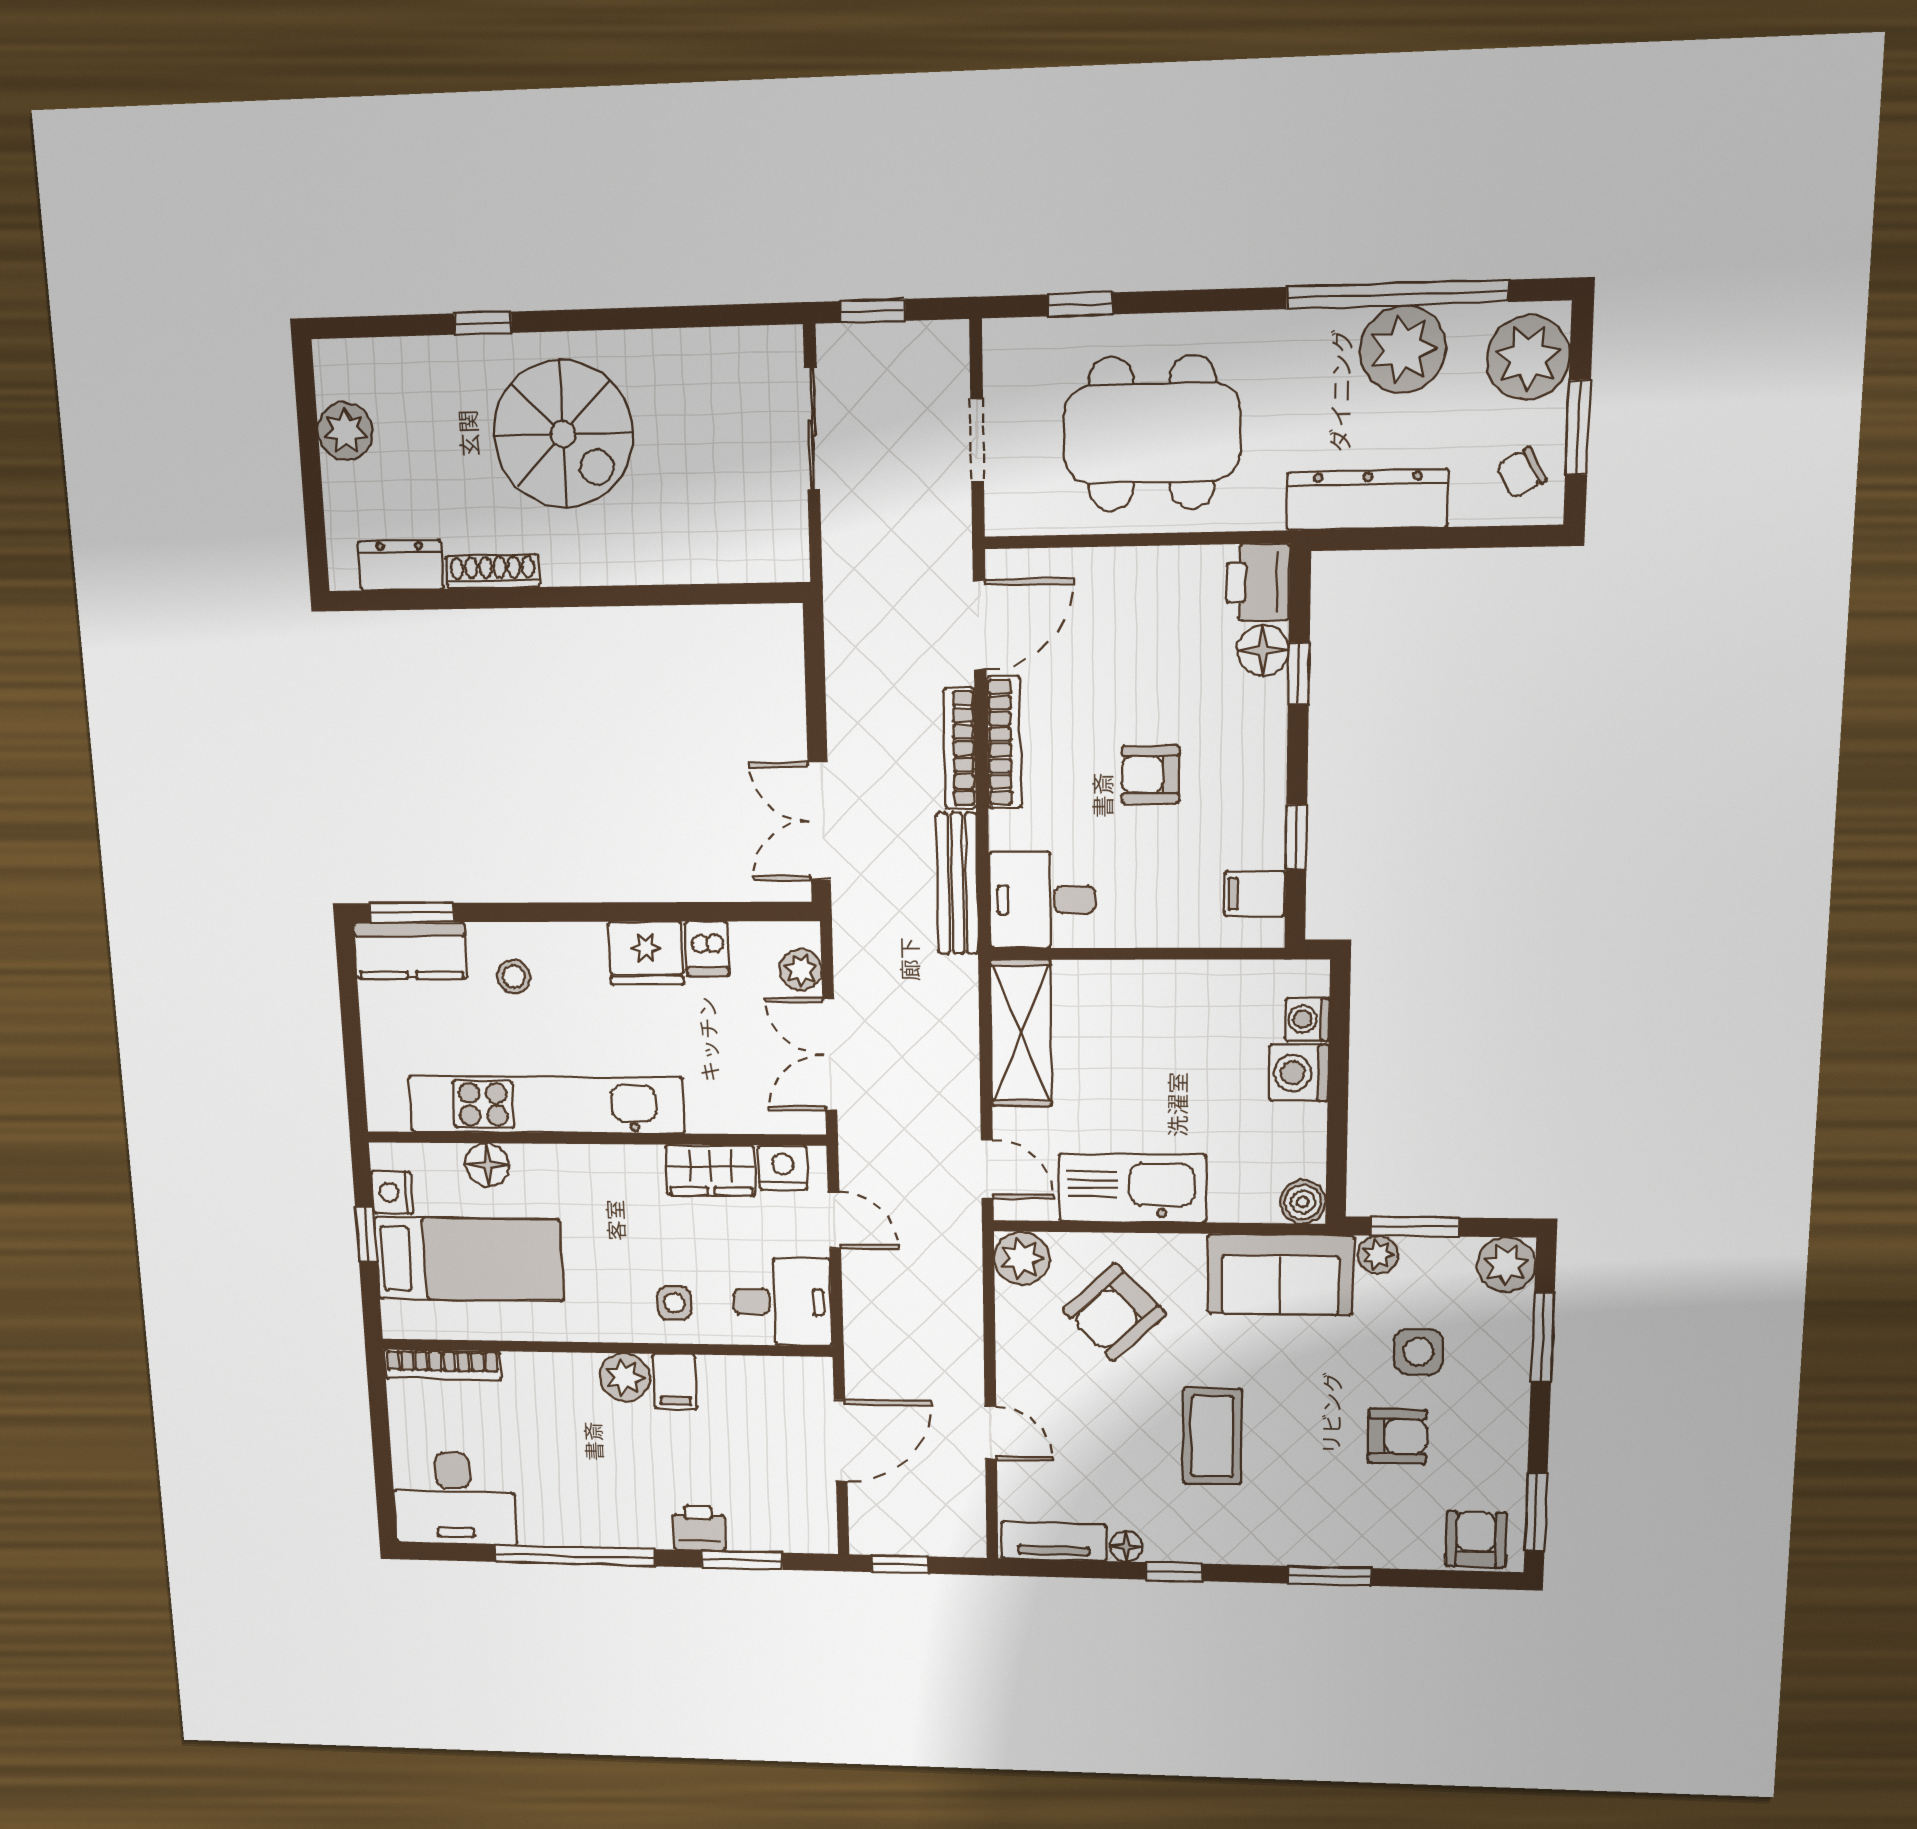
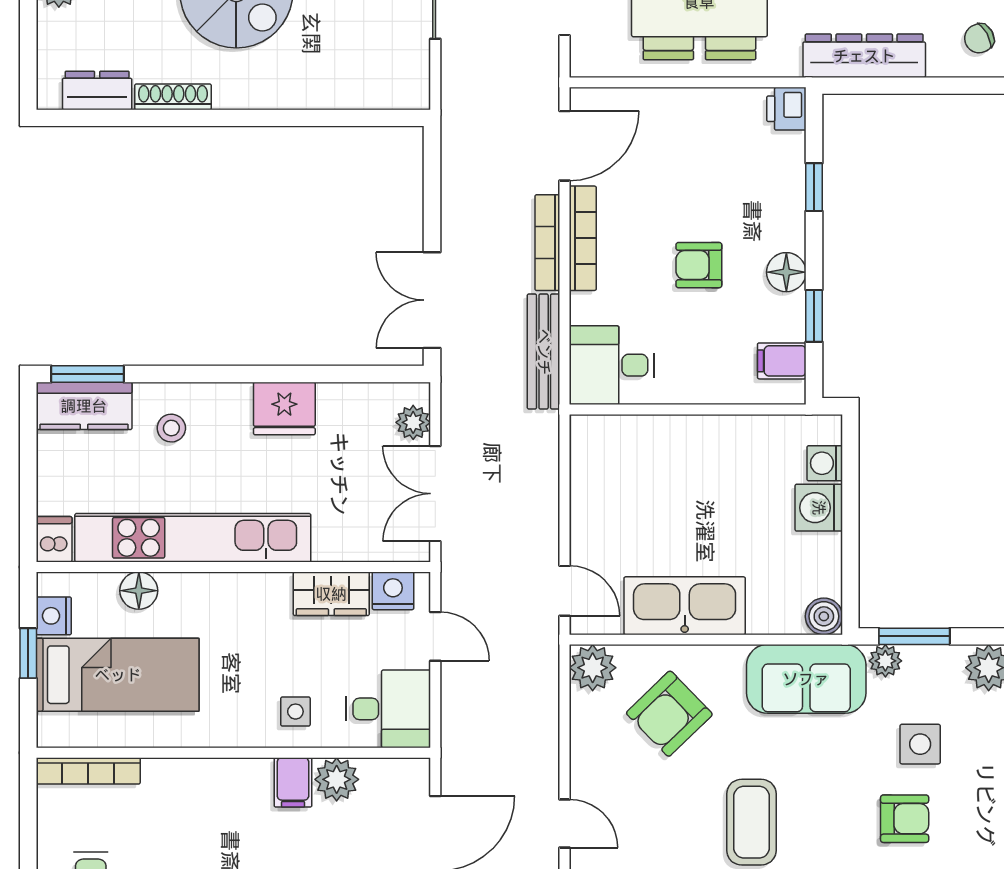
printer: (1258, 582) -> (786, 109), width x0.73, depth x0.81
floor lamp: (1263, 650) -> (786, 272), moved
dishwasher: (707, 949) -> (54, 539), moved, turned 180
shelving: (1021, 1033) -> (594, 475), removed
plant: (625, 1377) -> (337, 779), moved

